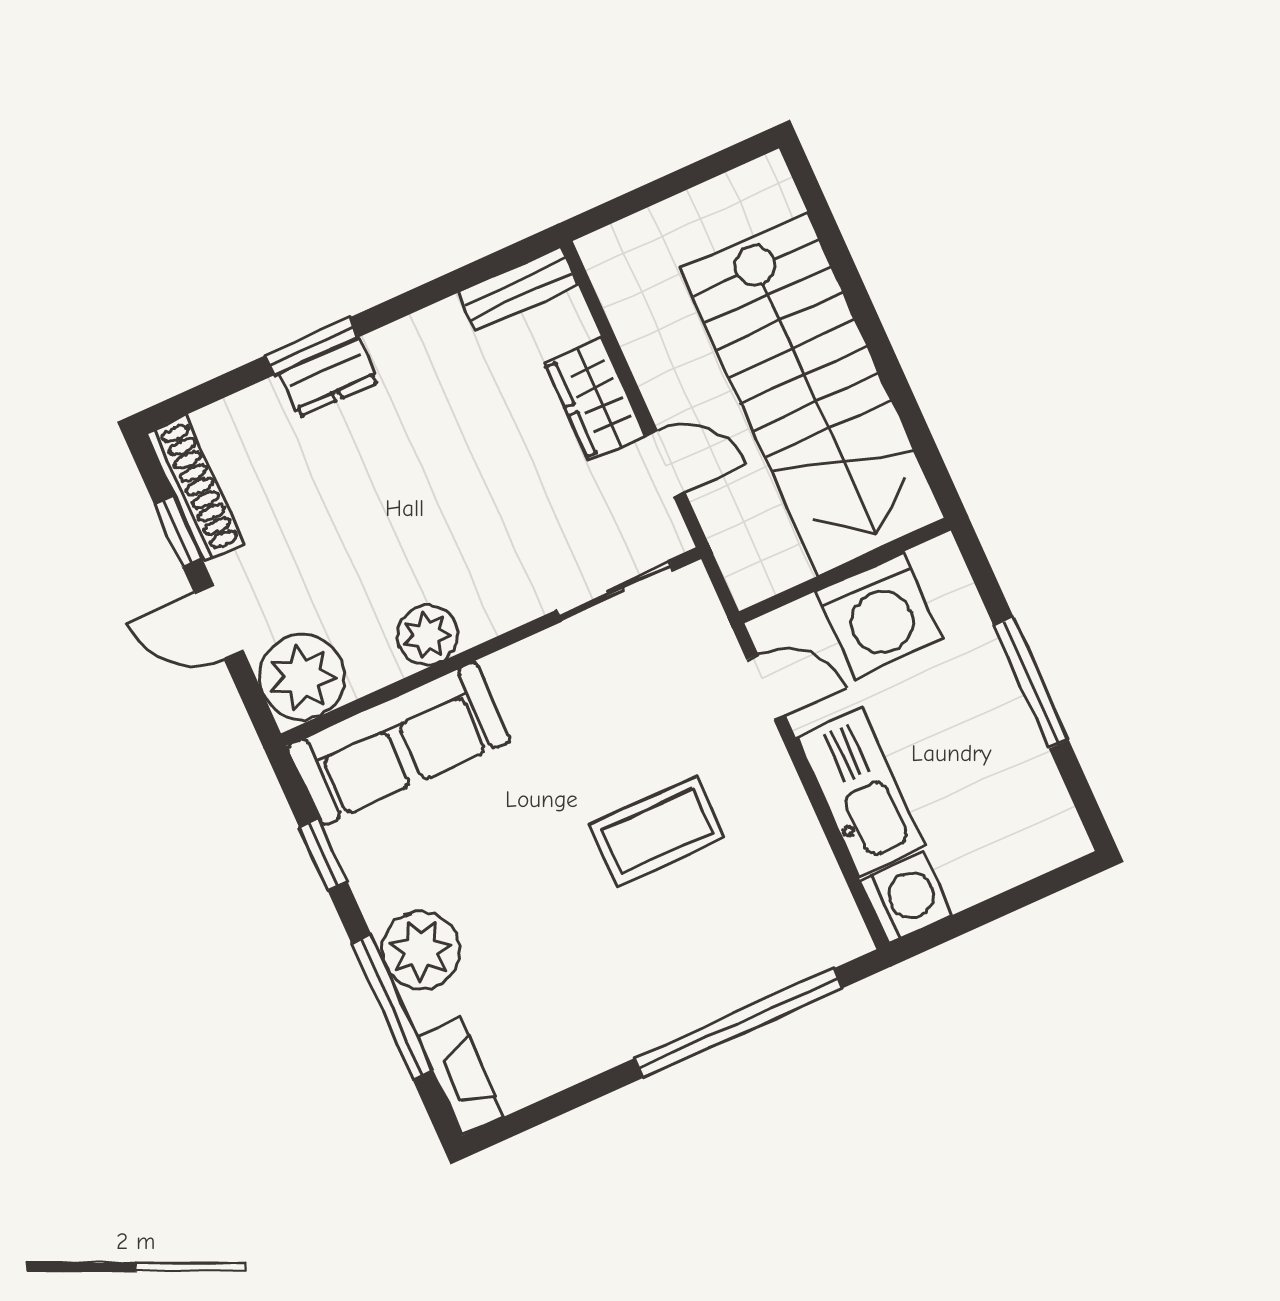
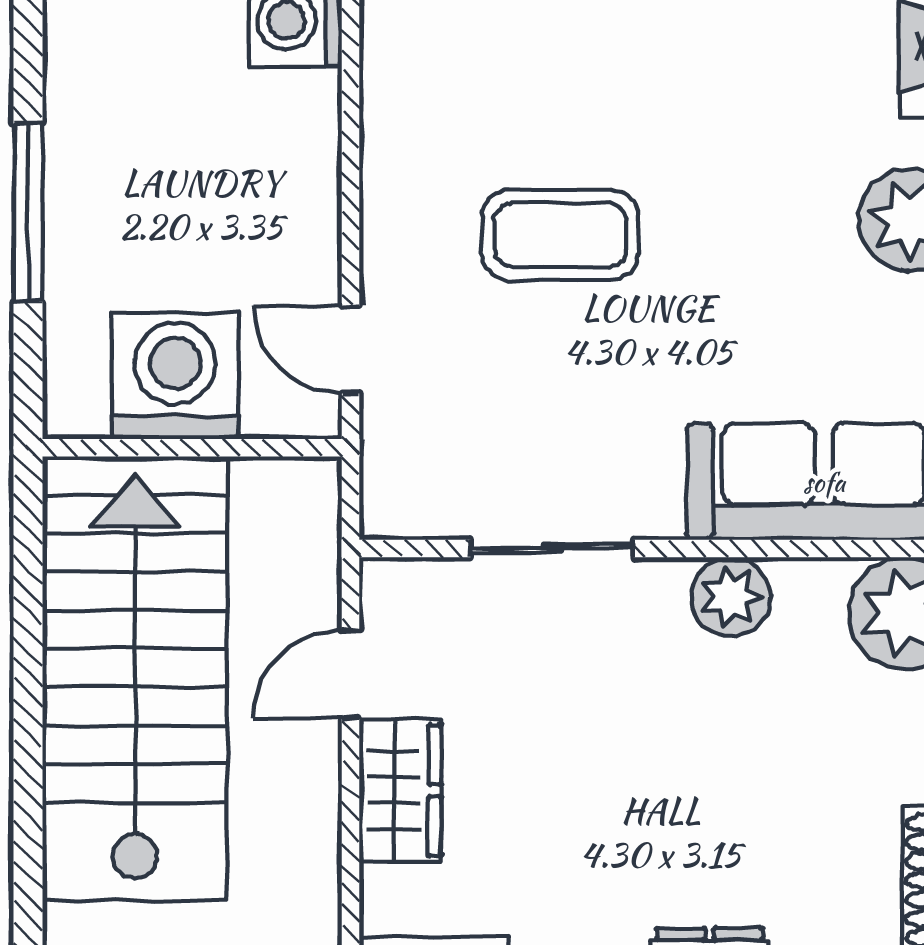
door: (665, 464) -> (350, 674), hinge flipped
sliding door: (615, 591) -> (552, 548), moved
kitchen sink: (860, 792) -> (294, 172), removed

